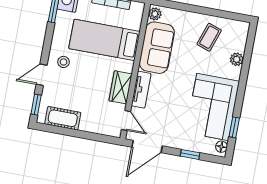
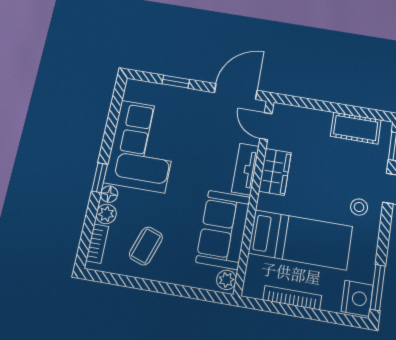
bookcase: (242, 39) -> (97, 244), added
window: (234, 127) -> (100, 178), moved
floor lamp: (221, 147) -> (109, 194), moved

